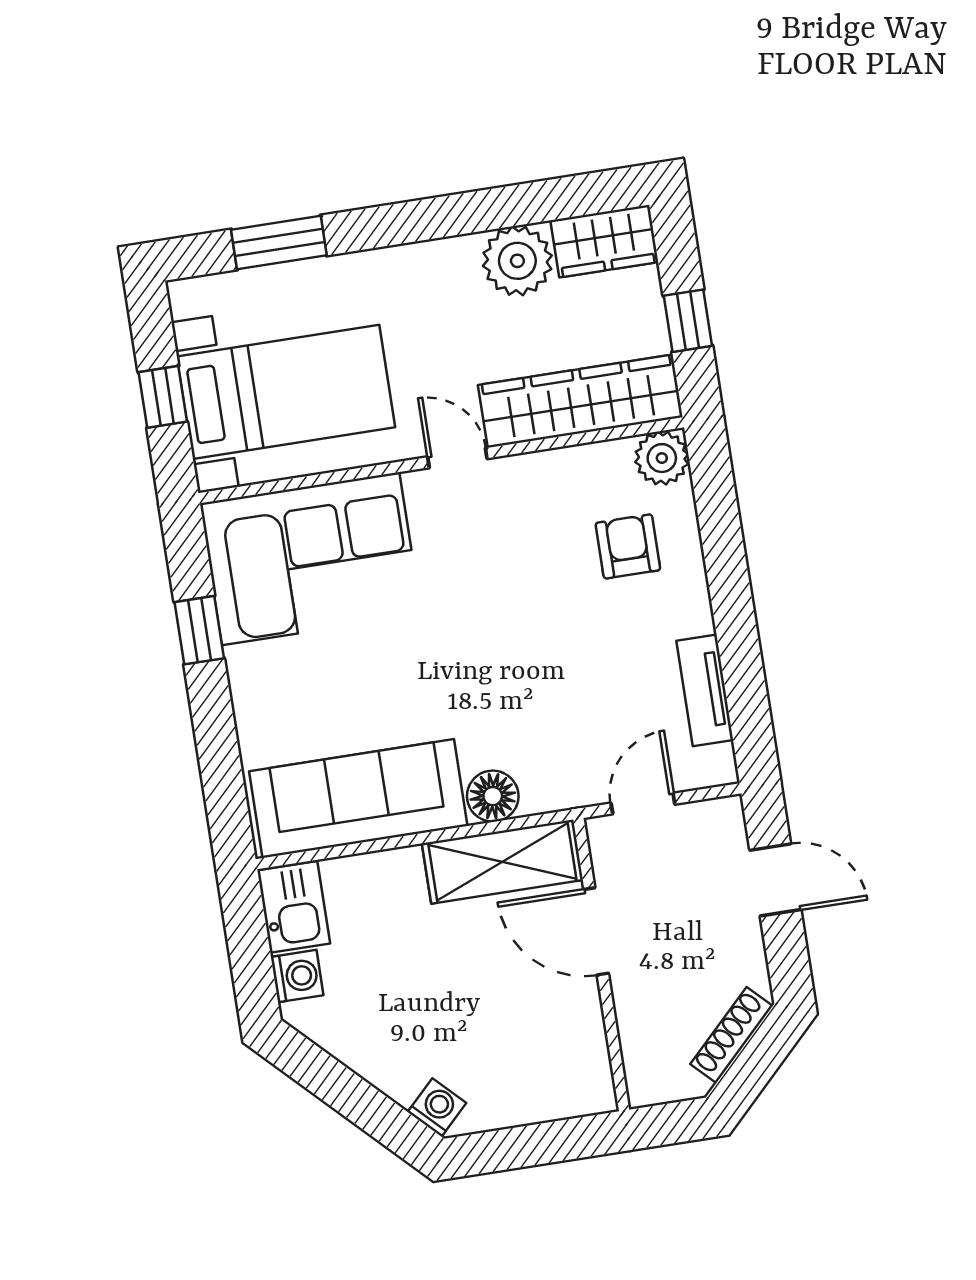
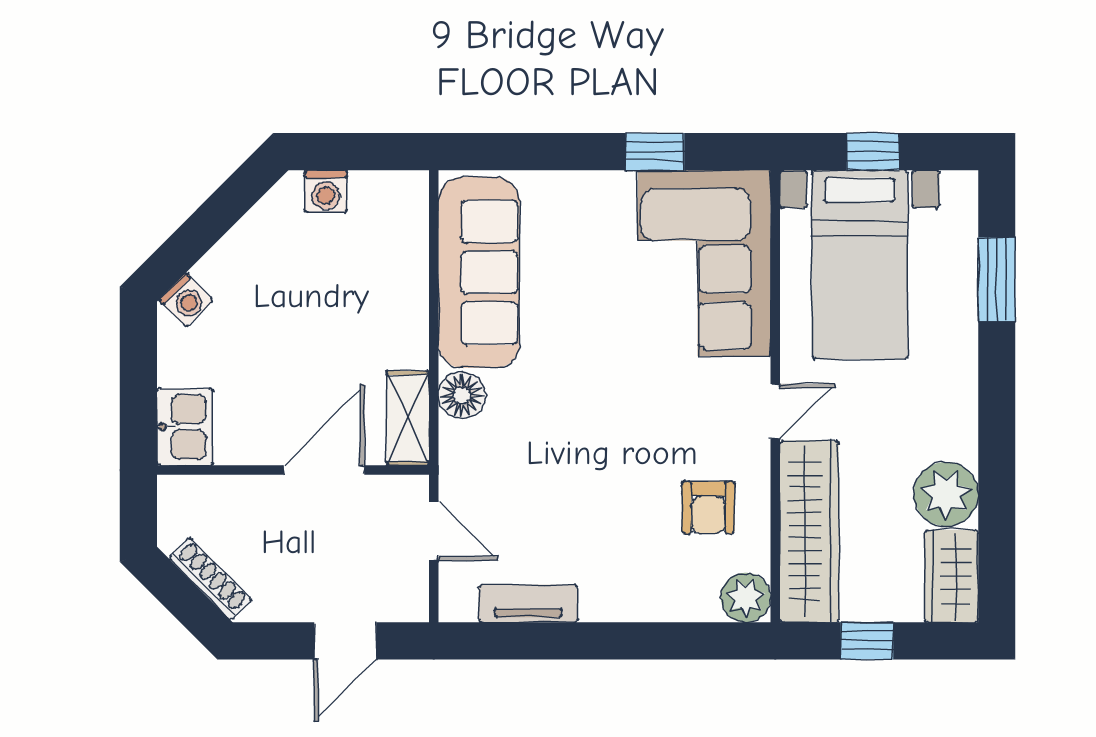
armchair: (628, 546) -> (708, 508), moved, turned 90
shelving: (502, 862) -> (408, 418), width x0.67, depth x0.75
kitchen sink: (294, 907) -> (185, 427), moved, turned -90

